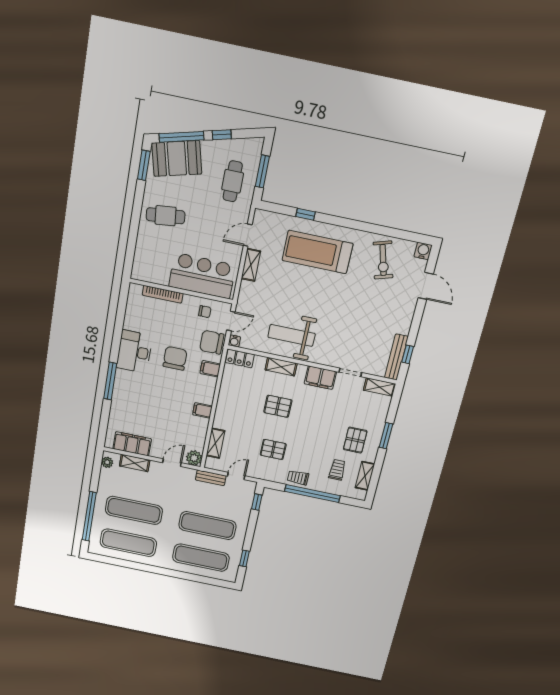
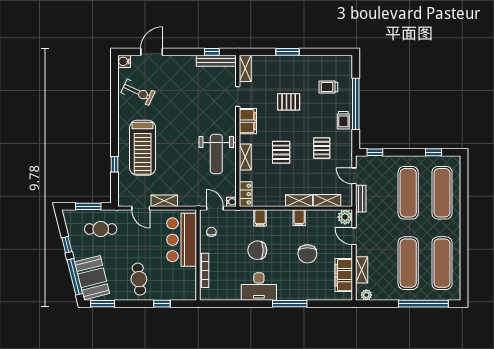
window: (133, 237) -> (162, 304), added
exercise bike: (383, 260) -> (138, 92), turned 41
chair: (212, 342) -> (307, 254), moved
pallet: (355, 440) -> (289, 102), moved
shelving: (365, 476) -> (299, 201), moved

